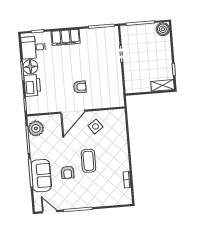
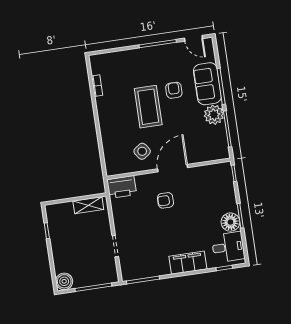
printer: (32, 85) -> (122, 187), moved, turned -90
shelving: (163, 85) -> (88, 205), moved
plant: (36, 128) -> (214, 115), moved
coffee table: (88, 161) -> (148, 107), width x1.36, depth x1.32

